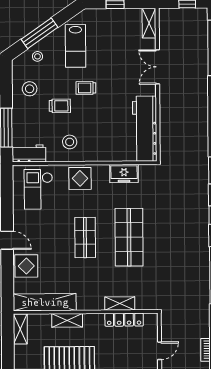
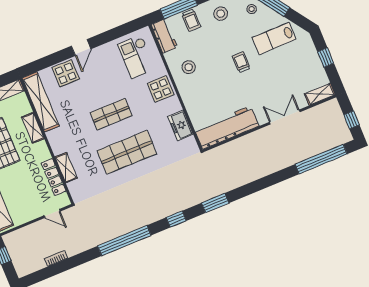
trolley: (60, 106) -> (191, 20), moved
checkout: (38, 189) -> (137, 57), turned -90
door: (160, 351) -> (52, 213), moved

